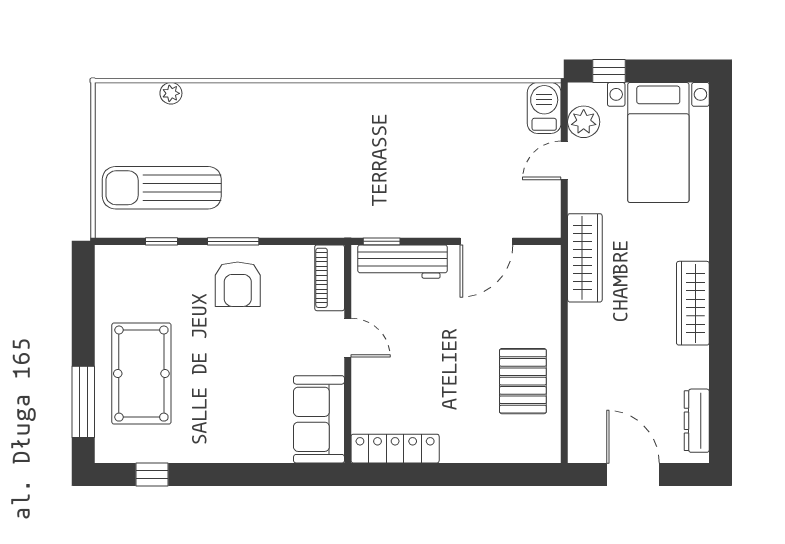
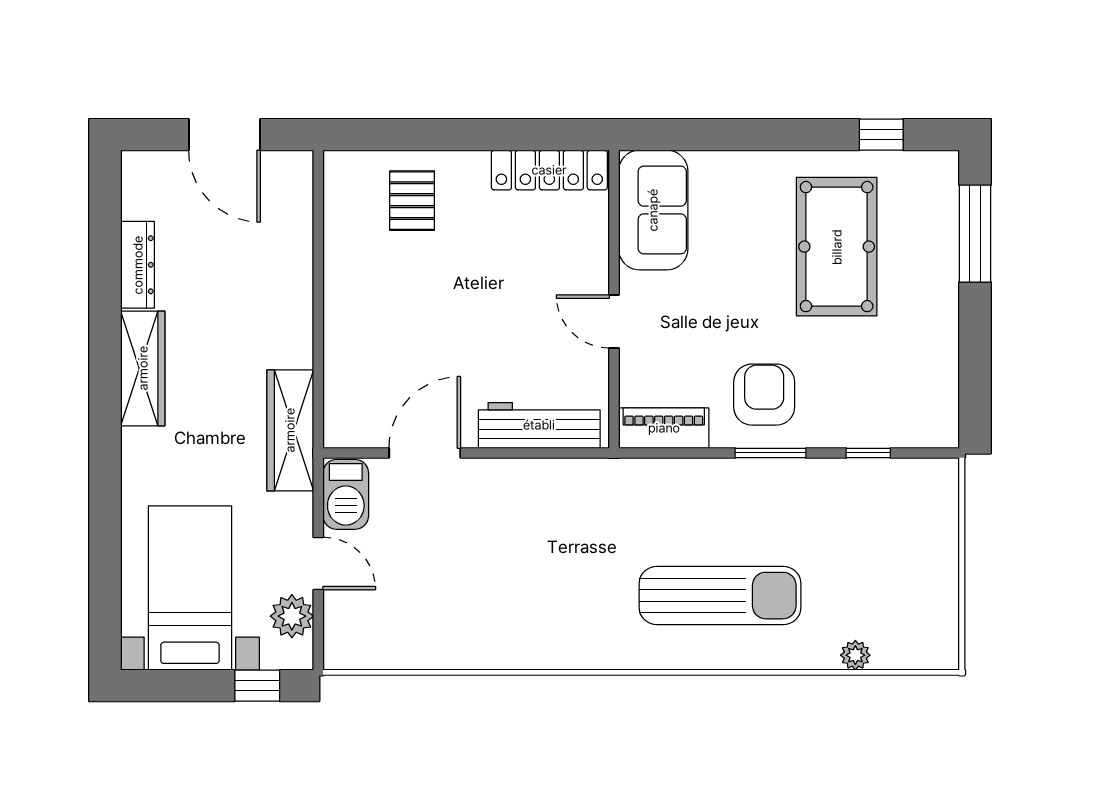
barbecue: (544, 108) -> (346, 494), moved
door: (564, 160) -> (318, 563), hinge flipped
sun lounger: (162, 188) -> (720, 596), moved
window: (382, 241) -> (568, 453), removed
piano: (330, 278) -> (664, 428), moved, turned -90
pool table: (141, 374) -> (837, 247), moved
pallet: (523, 381) -> (412, 201), moved, width x0.67, depth x0.71
dresser: (697, 421) -> (138, 265), moved

